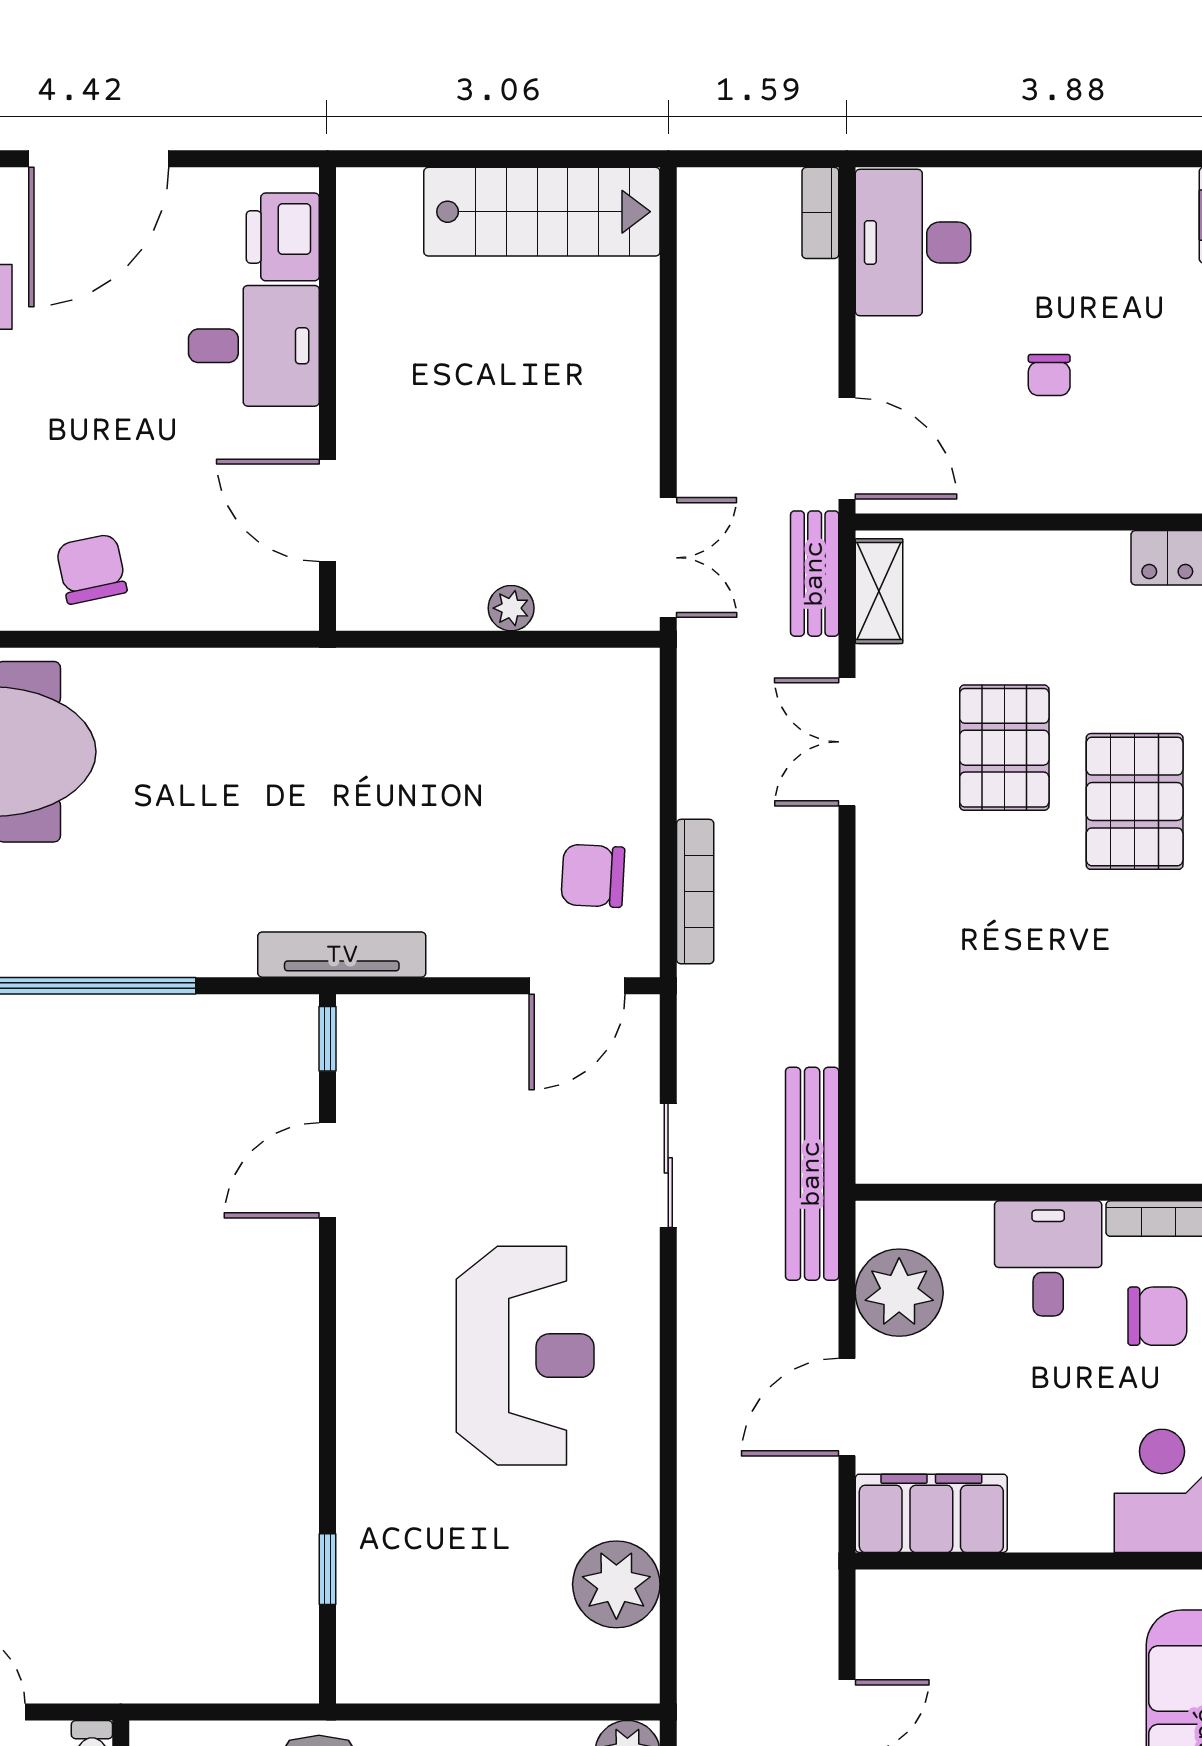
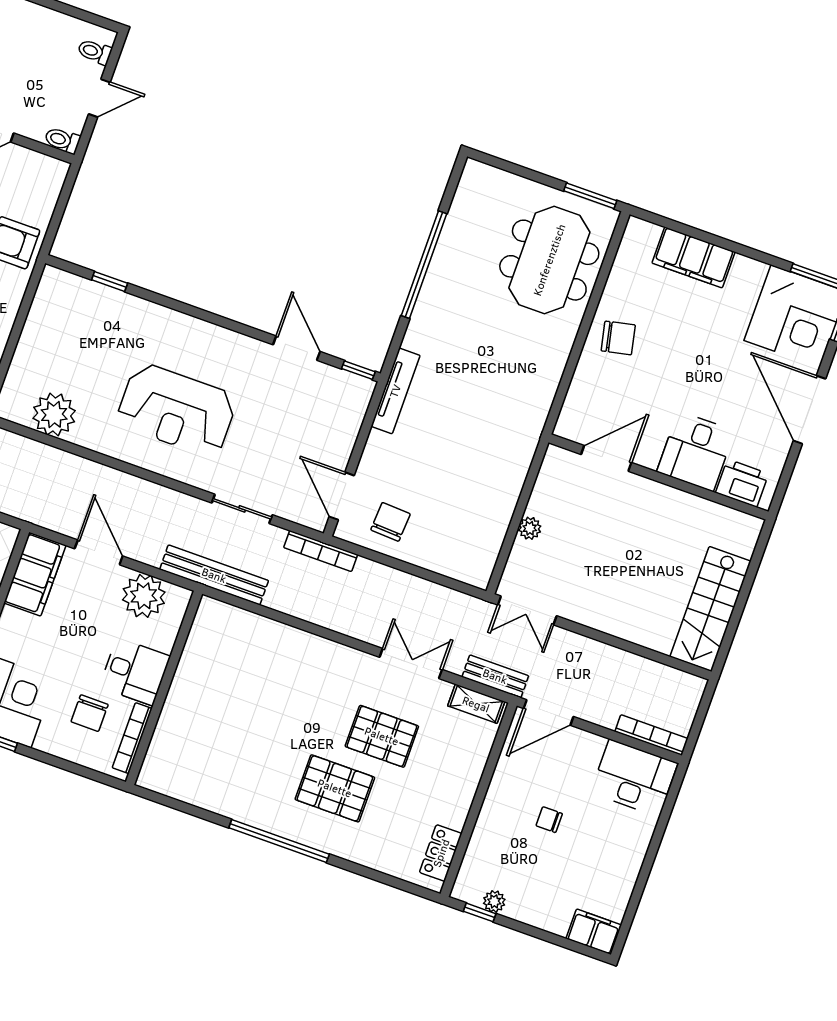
bookcase: (820, 213) -> (651, 735), width x1.56
bookcase: (695, 892) -> (321, 551), moved

